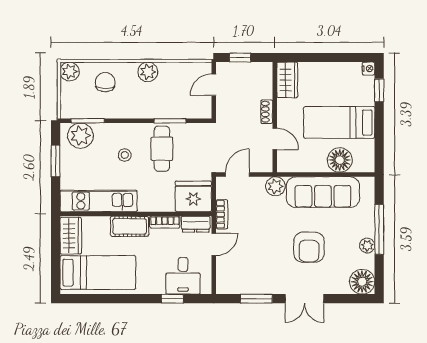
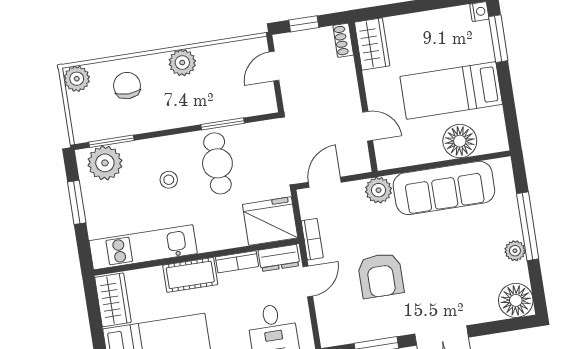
window: (379, 90) -> (498, 39), width x1.50
shoe rack: (267, 112) -> (343, 40), moved
armchair: (309, 247) -> (381, 275), moved

